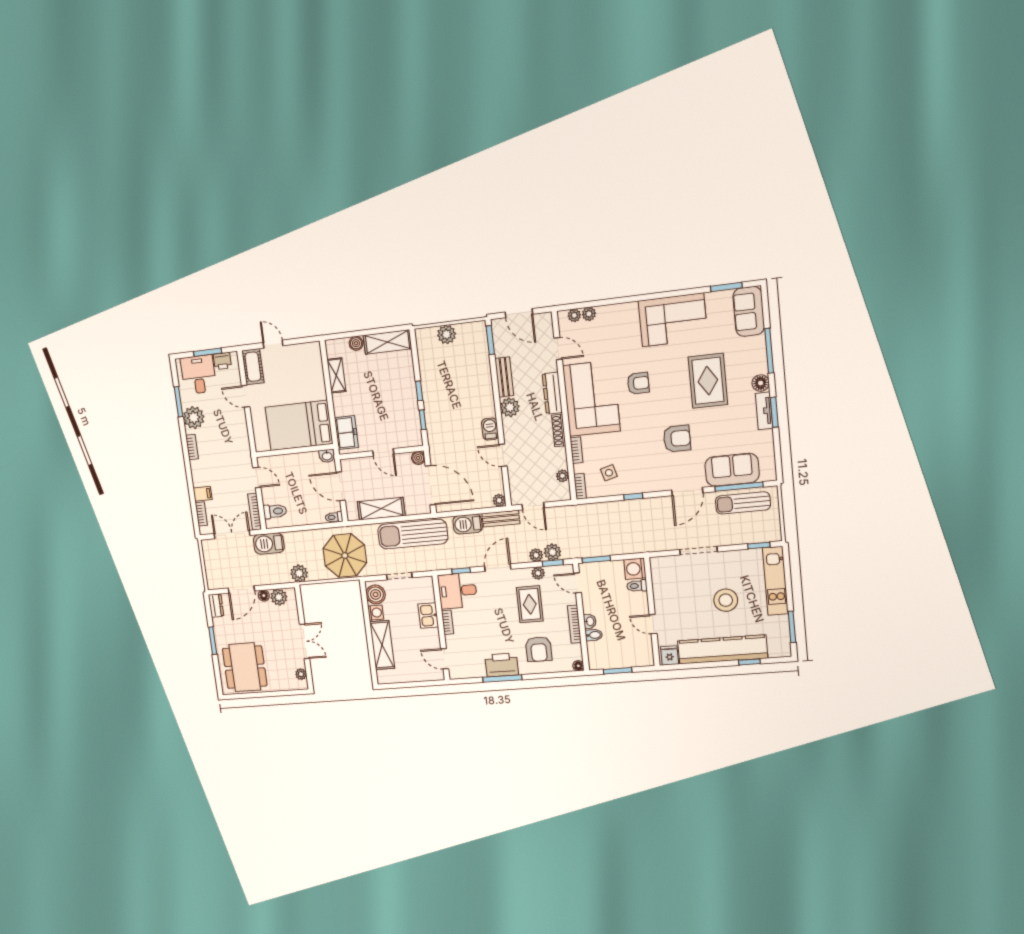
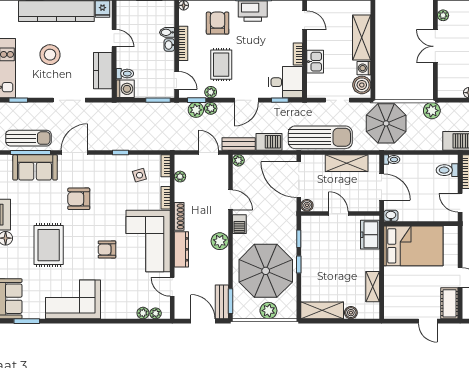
bench: (504, 377) -> (222, 302), moved
parasol: (455, 379) -> (266, 271), added
kitchen counter: (663, 587) -> (103, 71), added
plant: (279, 597) -> (455, 90), removed

